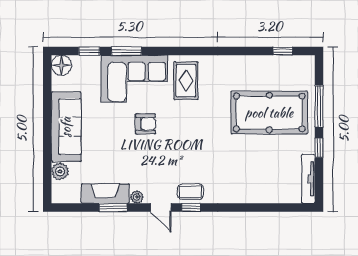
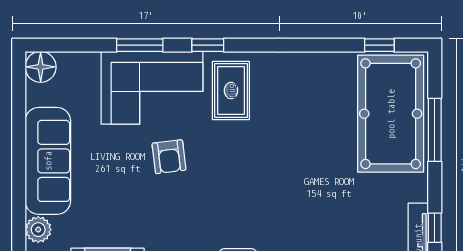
window: (89, 51) -> (208, 45), moved
pool table: (269, 113) -> (391, 114), moved, turned 90
armchair: (145, 124) -> (169, 157), turned 83
window: (319, 148) -> (435, 228), moved

